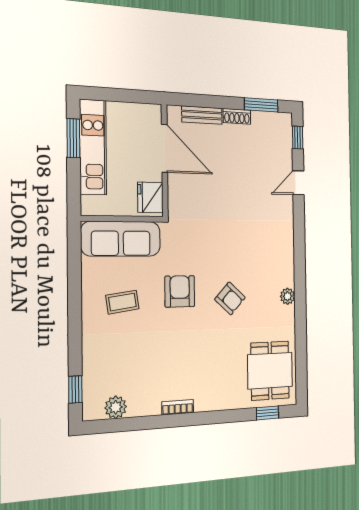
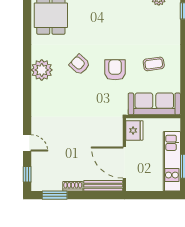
bench: (202, 115) -> (103, 186), width x1.36
door: (298, 183) -> (27, 143), hinge flipped
armchair: (180, 291) -> (115, 70), turned 180
plant: (288, 296) -> (42, 70), width x1.88, depth x1.88

